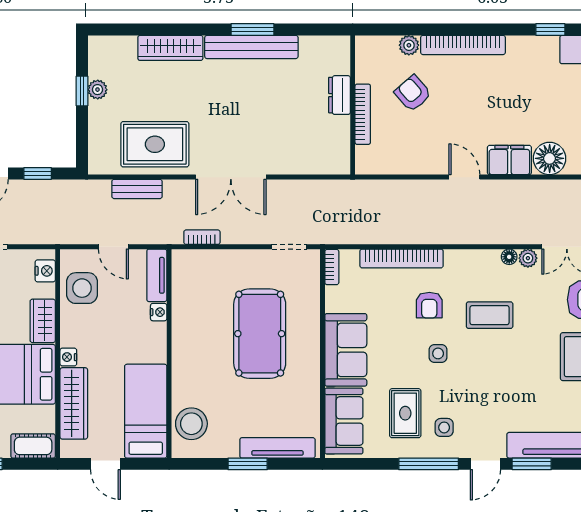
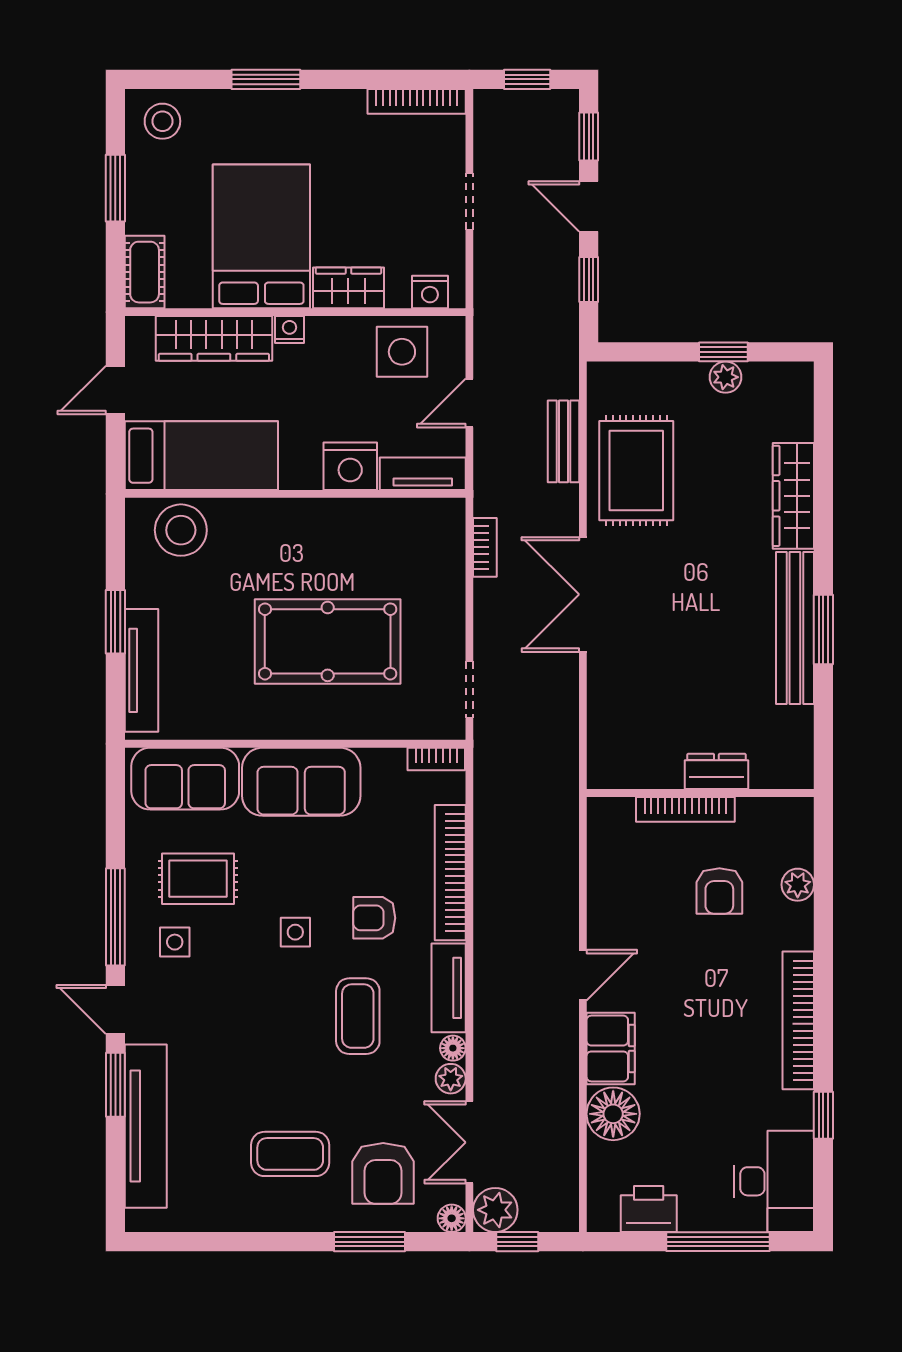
bookcase: (463, 45) -> (798, 1020), moved
armchair: (413, 93) -> (719, 891), turned 131
tv unit: (472, 259) -> (449, 988), added
nightstand: (159, 312) -> (350, 466), width x1.89, depth x1.79

